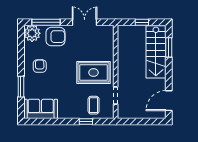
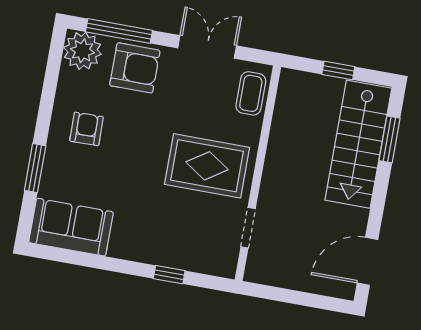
coffee table: (94, 105) -> (251, 93), moved

